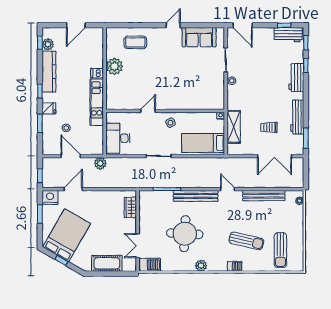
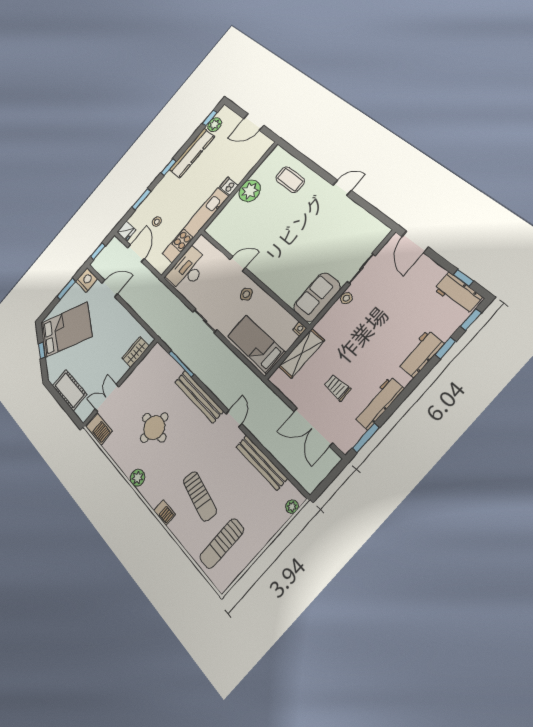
sofa: (199, 37) -> (317, 297), moved, turned 90
kitchen unit: (97, 102) -> (195, 225), width x1.36
fridge: (49, 108) -> (126, 231), moved
plant: (100, 163) -> (152, 283), removed
round table: (185, 234) -> (154, 428), width x0.73, depth x0.73

